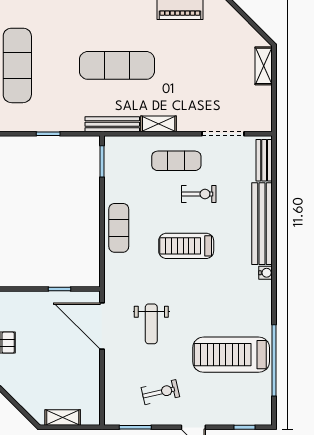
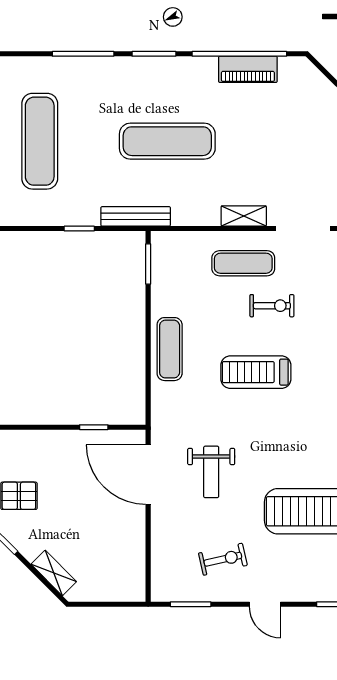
bench: (112, 124) -> (136, 216), moved
shelving: (159, 124) -> (244, 216), moved
shelving: (63, 418) -> (54, 573), moved, turned 45

